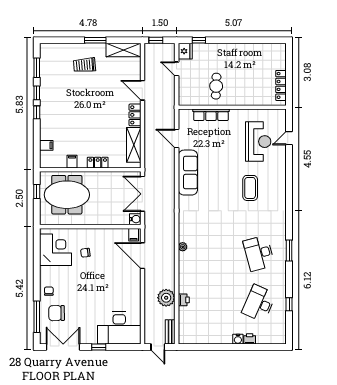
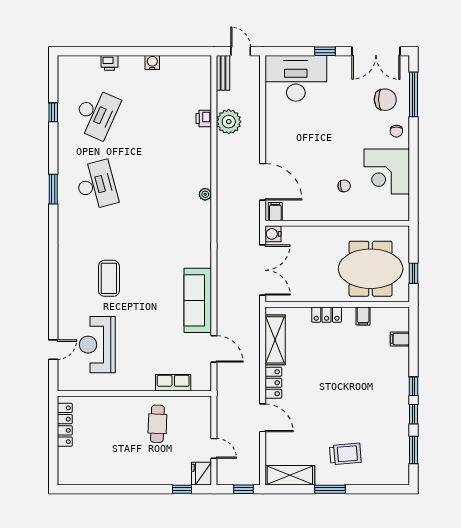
row of seats: (211, 115) -> (173, 383), width x0.68
corner desk: (55, 250) -> (387, 171), moved
water cooler: (238, 339) -> (152, 62), moved

